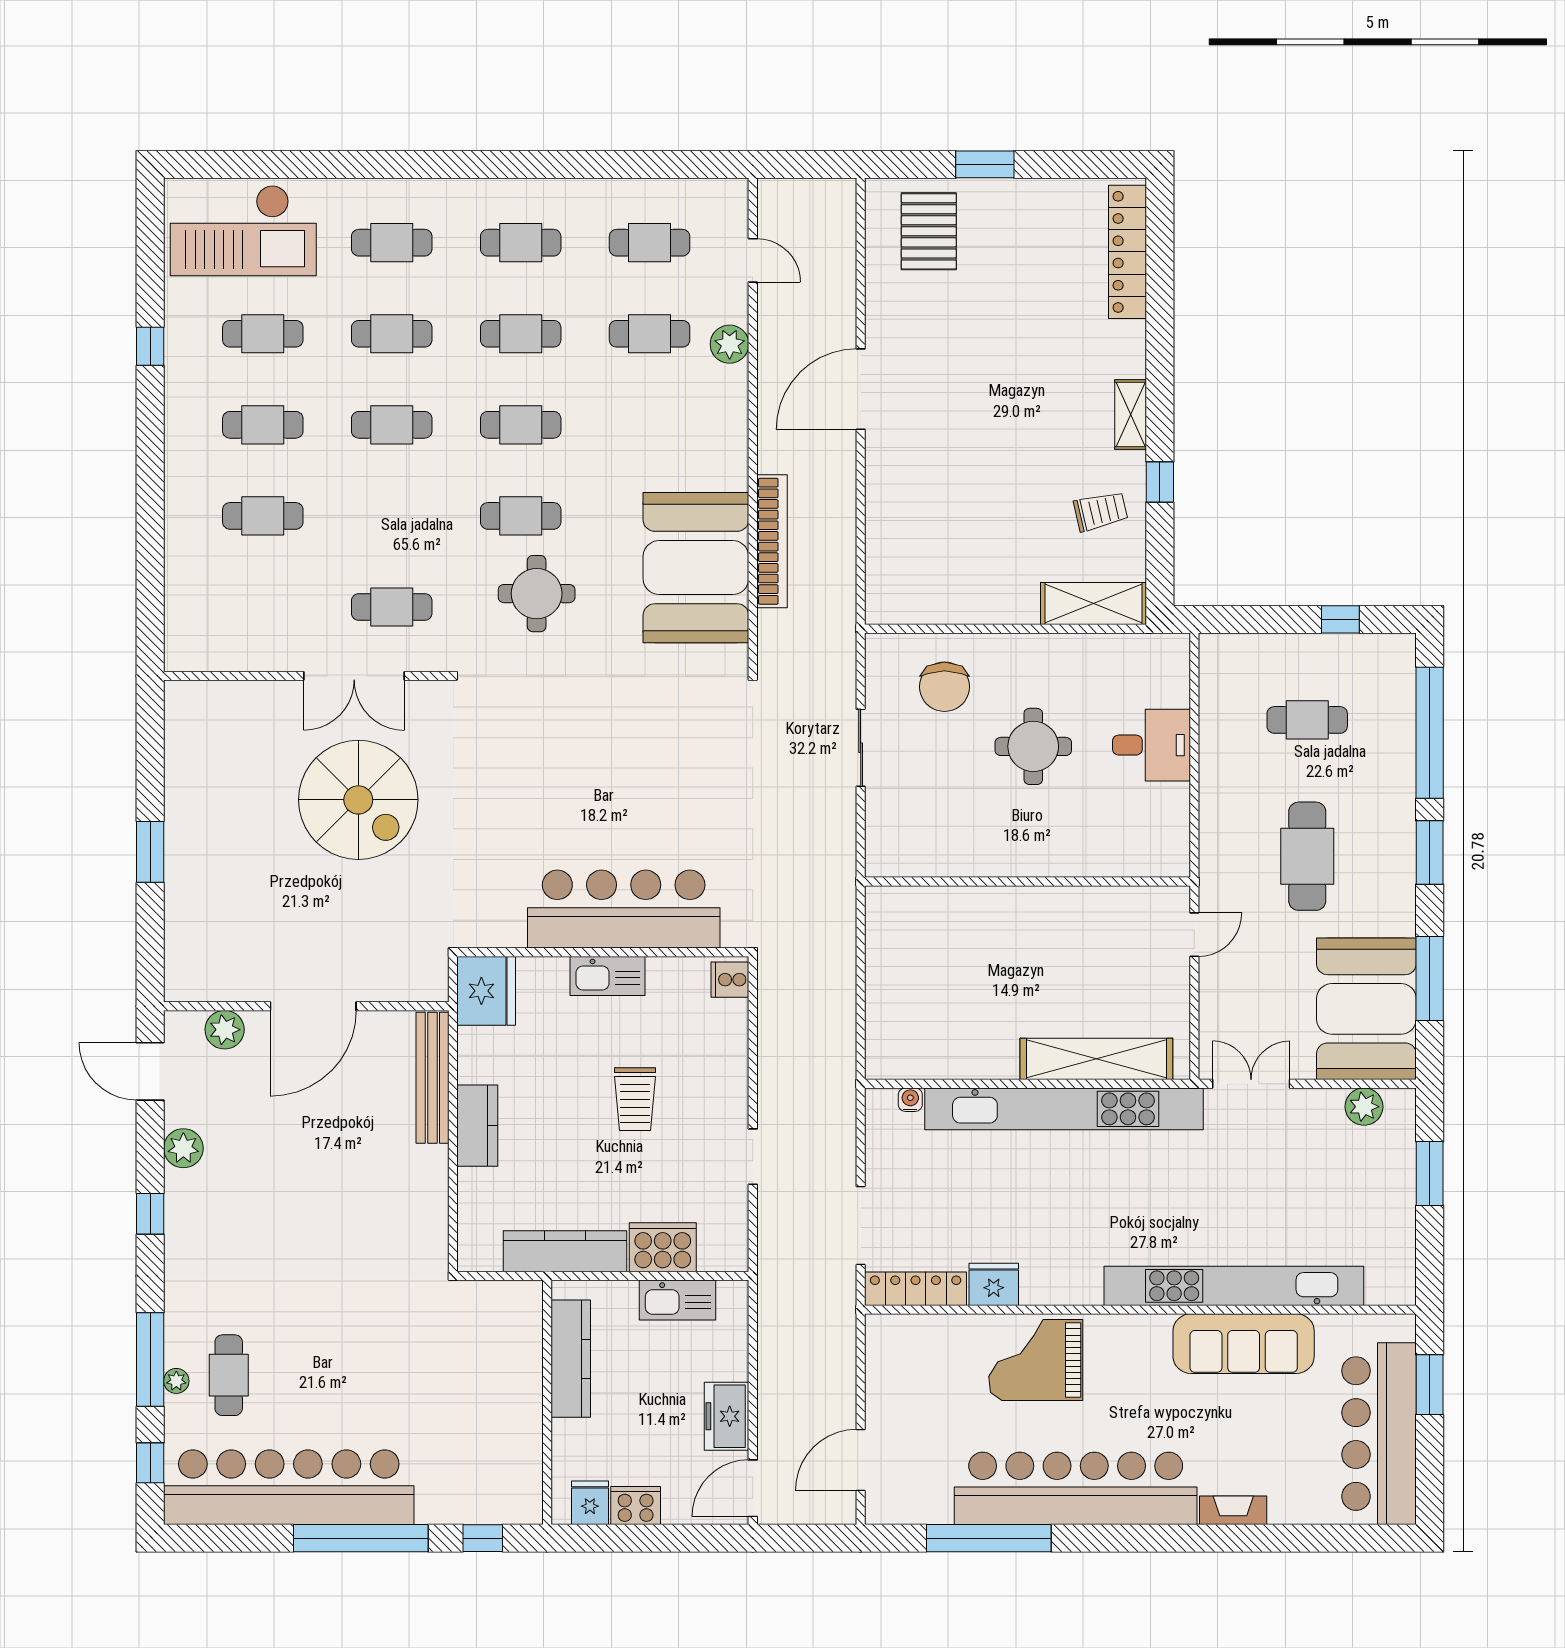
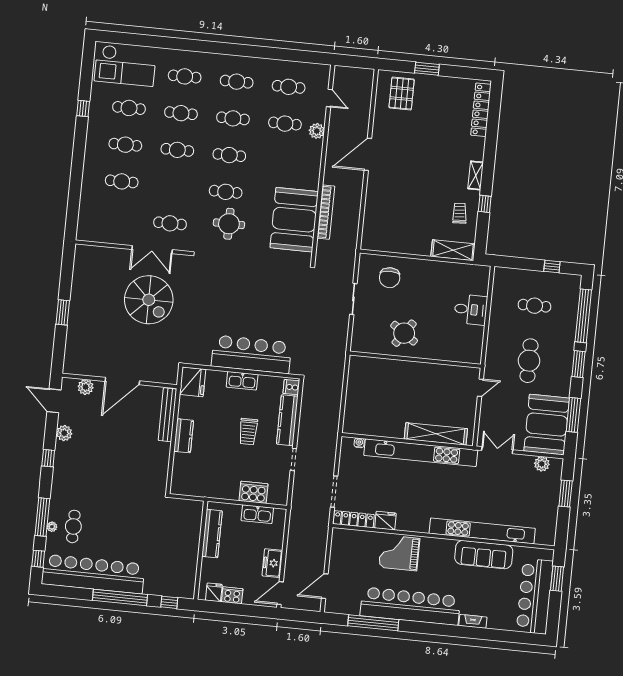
trolley: (1101, 511) -> (460, 213), turned -81
round table: (1033, 746) -> (404, 333), moved, turned 35
kitchen counter: (565, 1251) -> (287, 420), moved, turned -90

